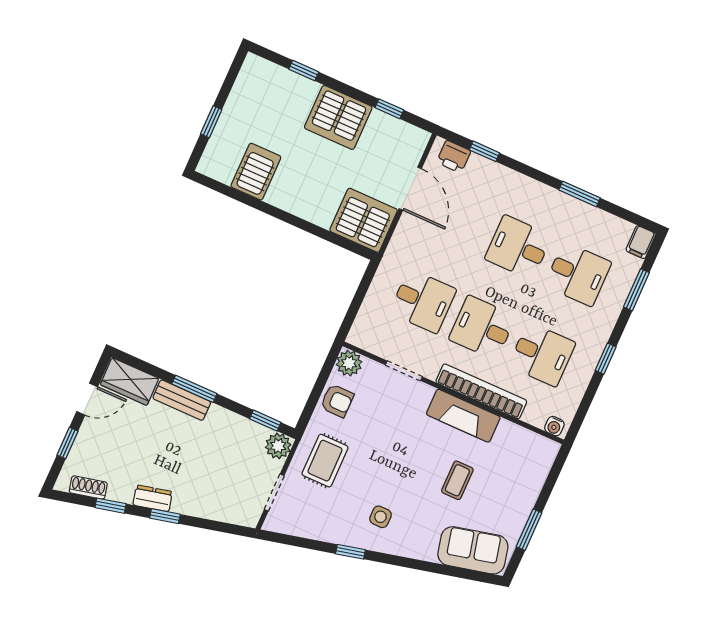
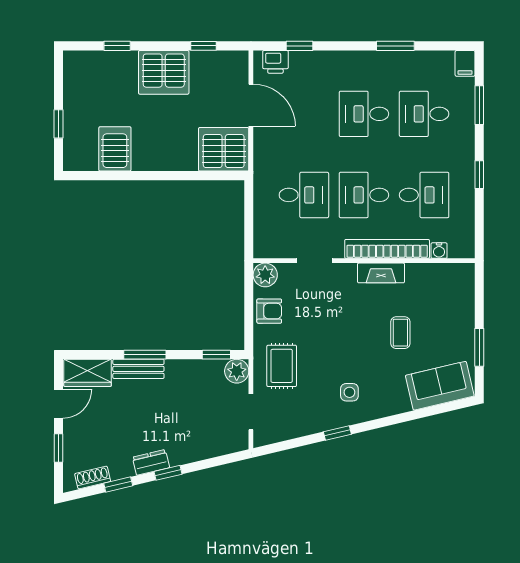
desk: (578, 274) -> (424, 114), turned 180
fireplace: (463, 416) -> (381, 273), width x0.73, depth x0.76
water cooler: (554, 426) -> (439, 251), moved

